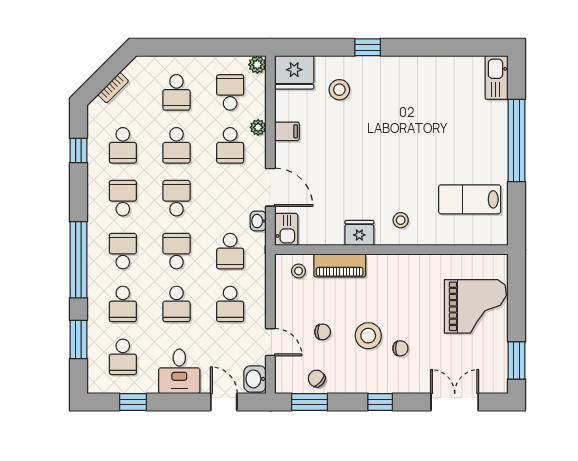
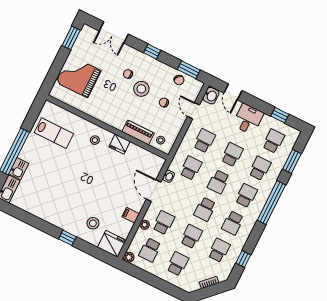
kitchen sink: (286, 229) -> (19, 169), moved, turned 180
school desk: (123, 251) -> (246, 196), turned 180

